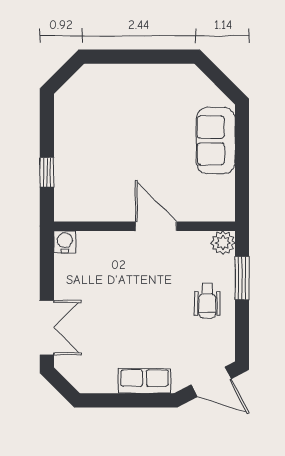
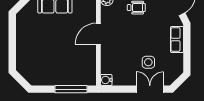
window: (47, 172) -> (71, 89), width x2.17
side table: (100, 325) -> (148, 62), added

